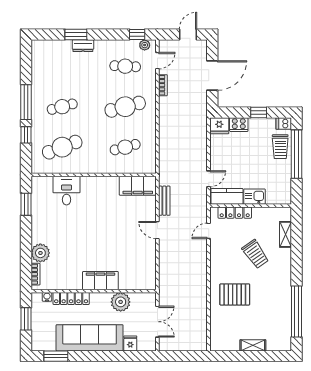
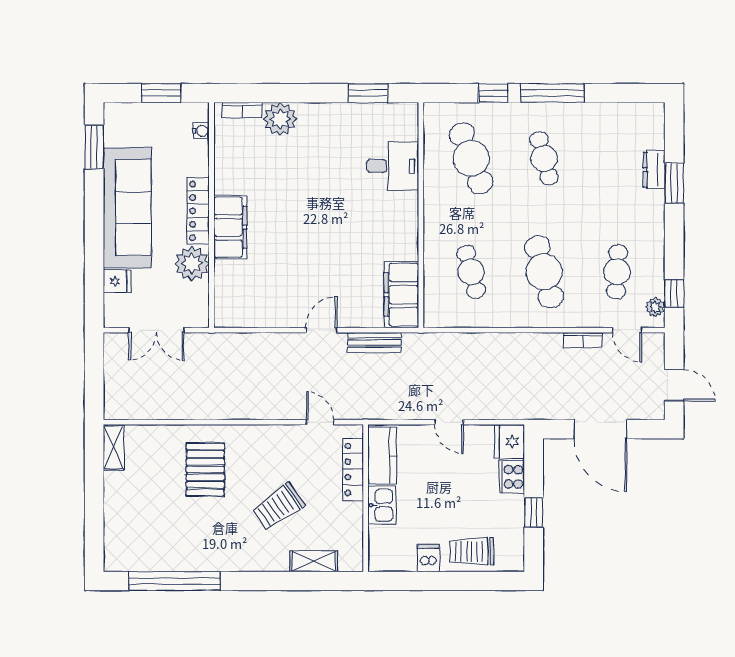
dresser: (83, 46) -> (654, 170), moved
dishwasher: (284, 123) -> (429, 558), moved
window: (297, 154) -> (459, 581), removed
door: (209, 179) -> (449, 422), moved
locker: (71, 298) -> (198, 211), moved
shelving: (253, 345) -> (114, 447), moved

